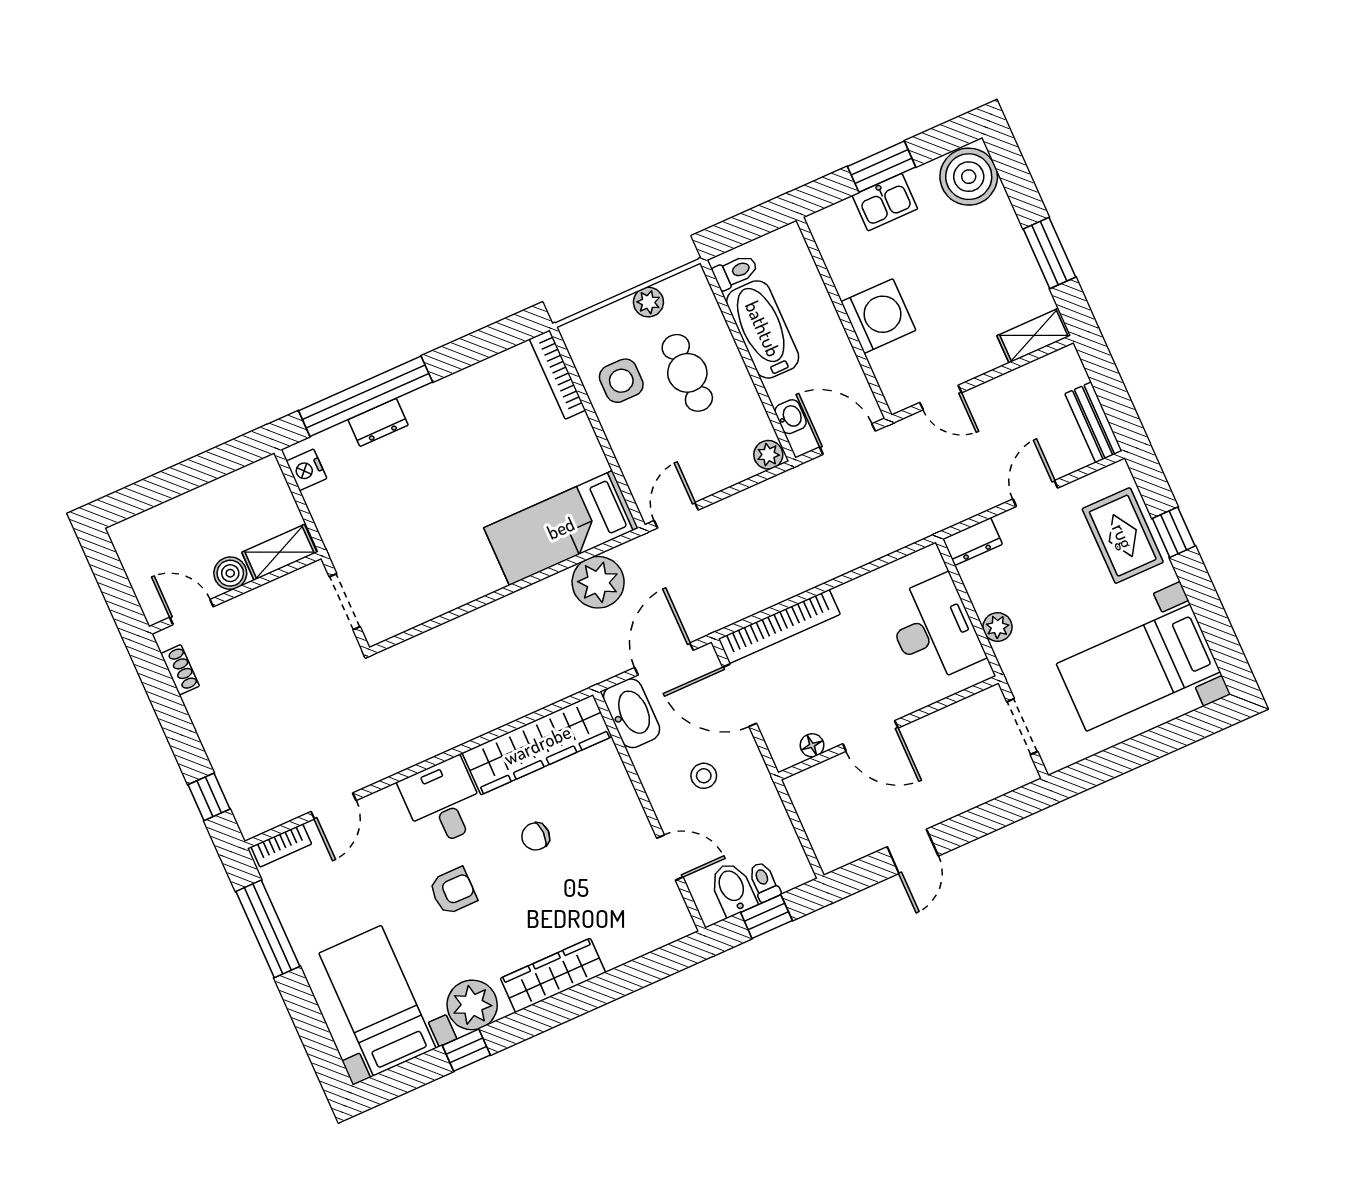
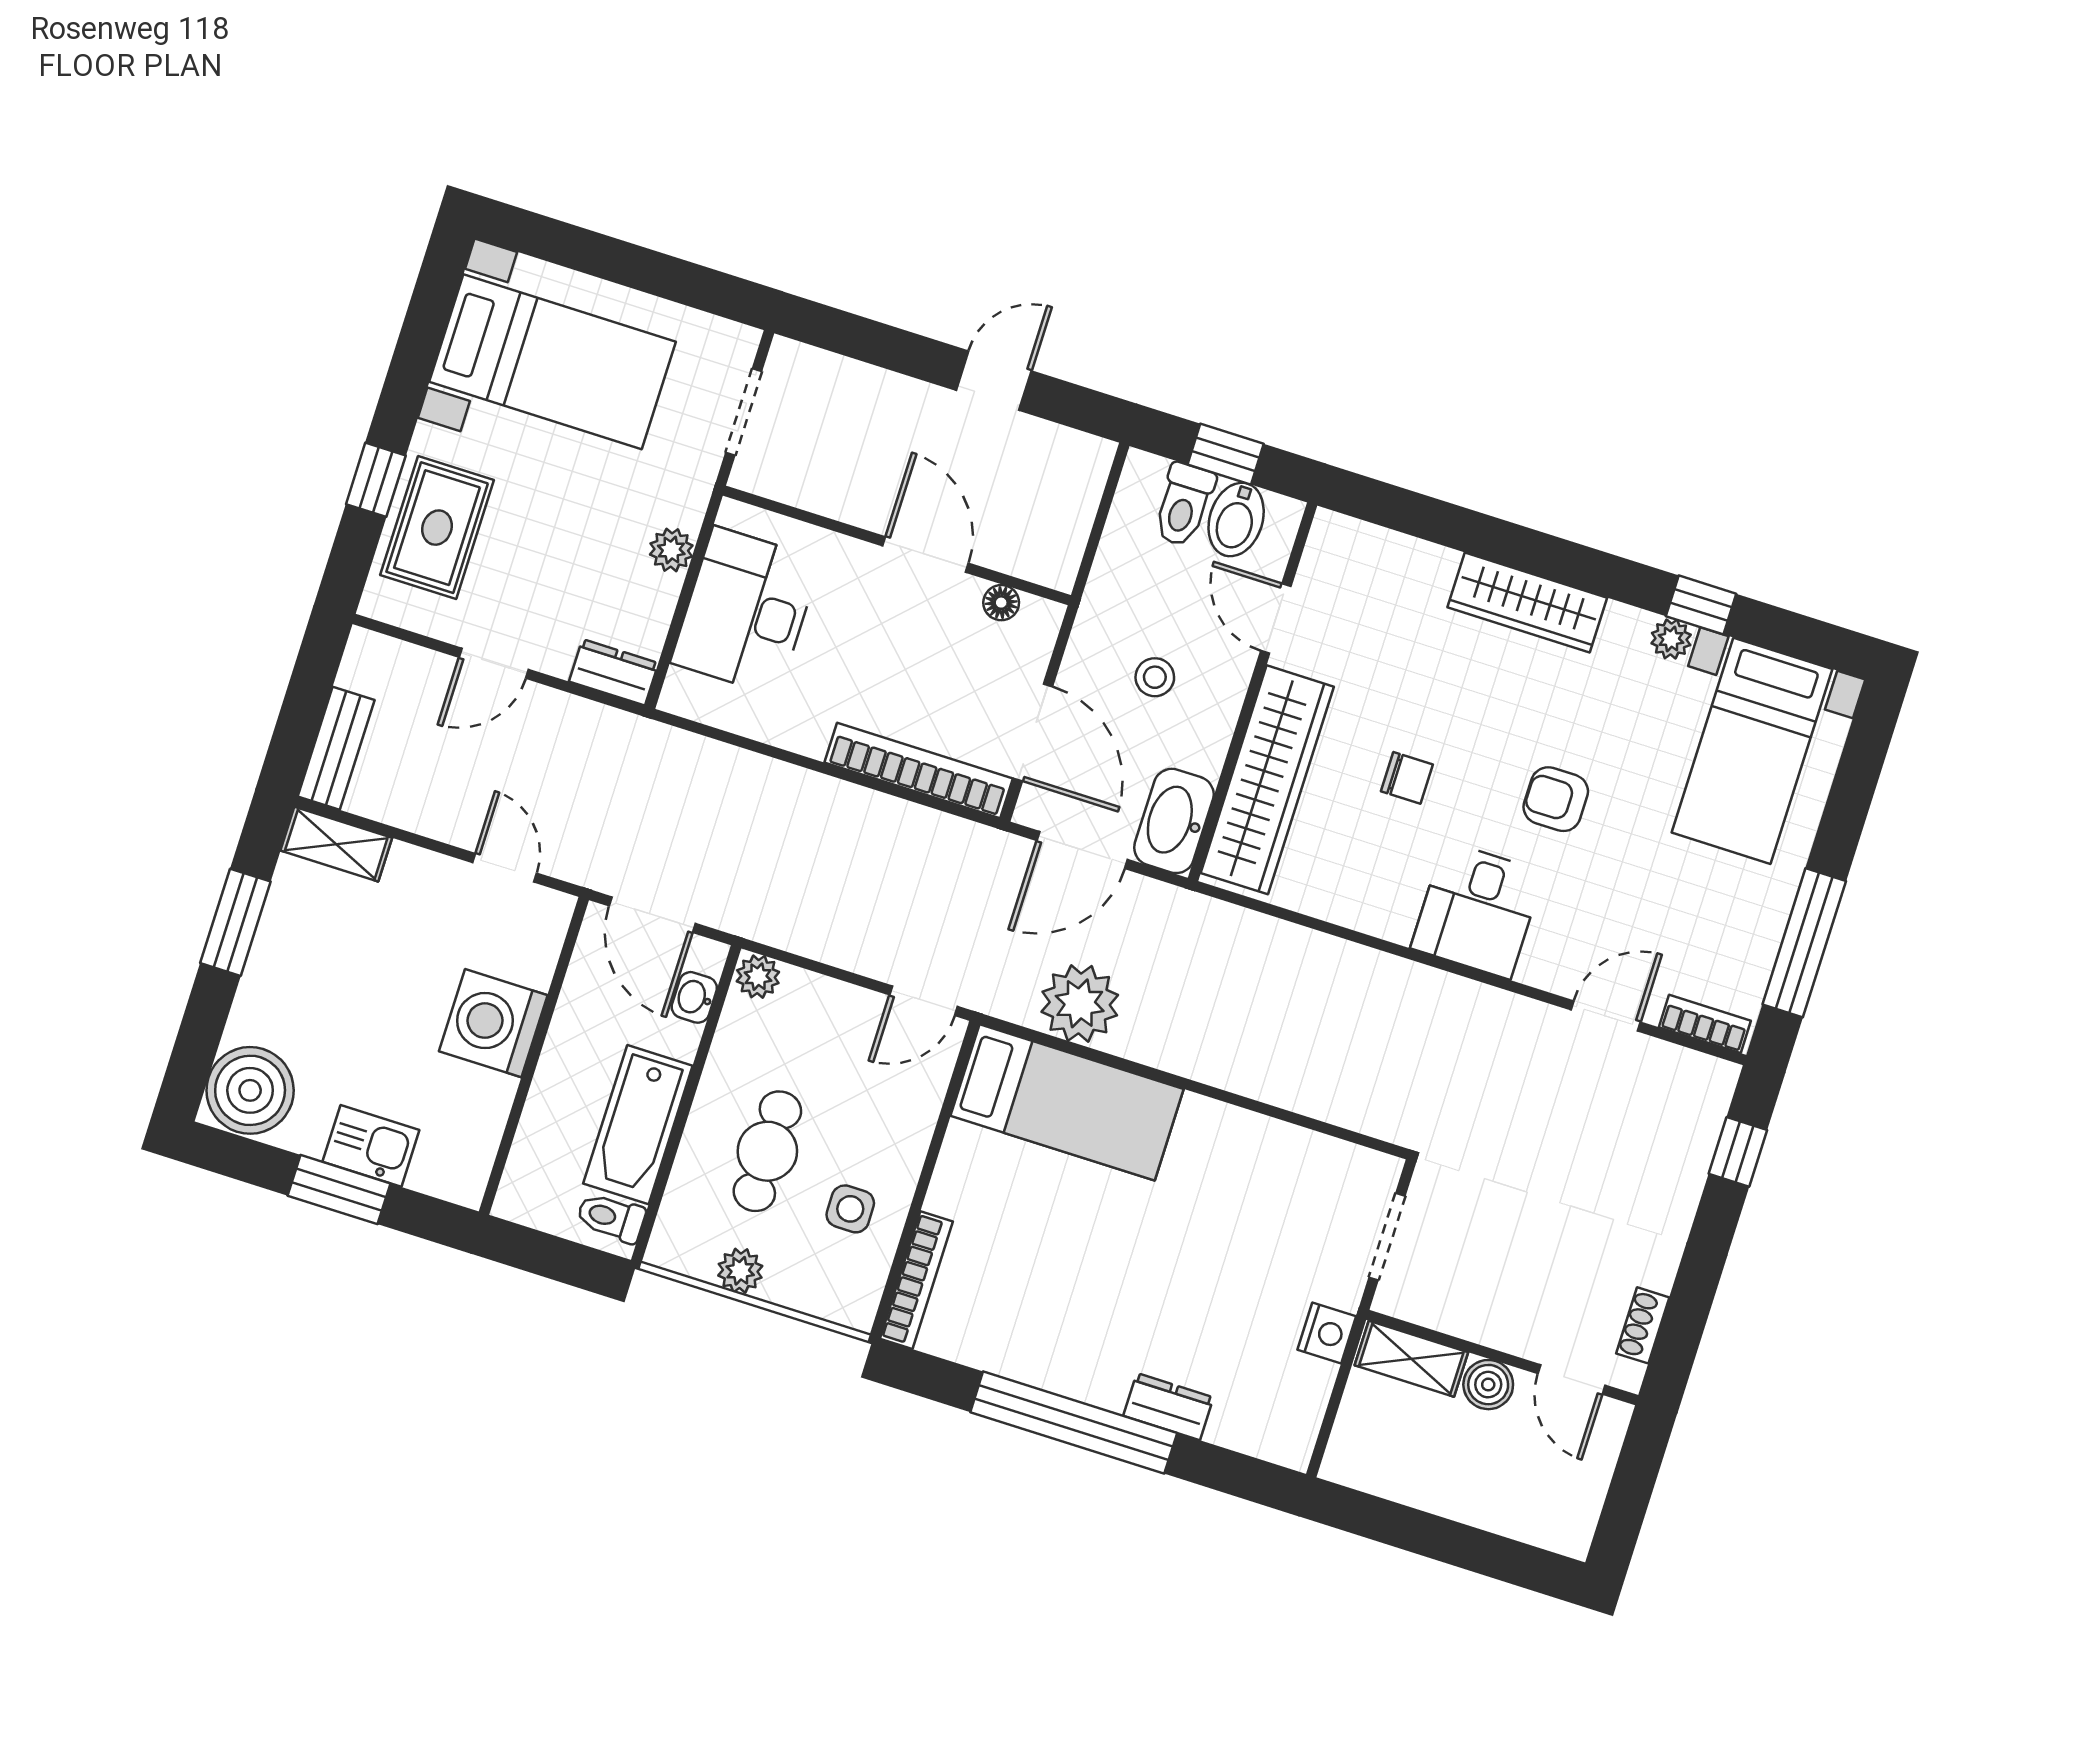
side table: (621, 381) -> (850, 1209), width x0.73, depth x0.73
window: (366, 396) -> (1074, 1423), moved
bench: (1094, 422) -> (336, 748), moved
nightstand: (306, 470) -> (1327, 1333), moved
wardrobe: (537, 745) -> (1267, 780), moved, turned 90
toilet: (764, 882) -> (1184, 505), width x1.37, depth x1.39
plant: (472, 1005) -> (1671, 639), width x0.53, depth x0.53

